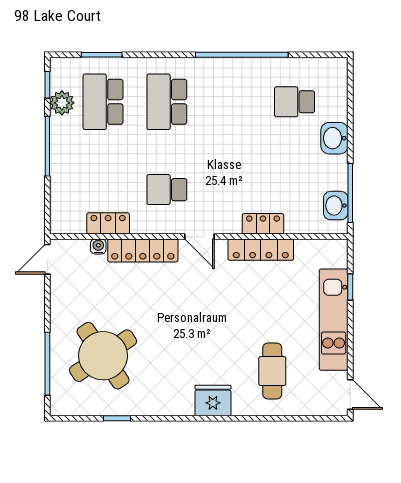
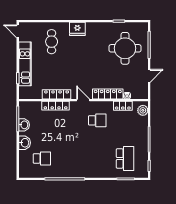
school desk: (167, 102) -> (97, 158), removed
plant: (62, 103) -> (143, 110), moved
washbasin: (336, 206) -> (24, 125), moved
locker: (263, 224) -> (56, 106), width x1.53
door: (47, 259) -> (149, 76), moved
round table: (103, 356) -> (125, 48), turned 34

